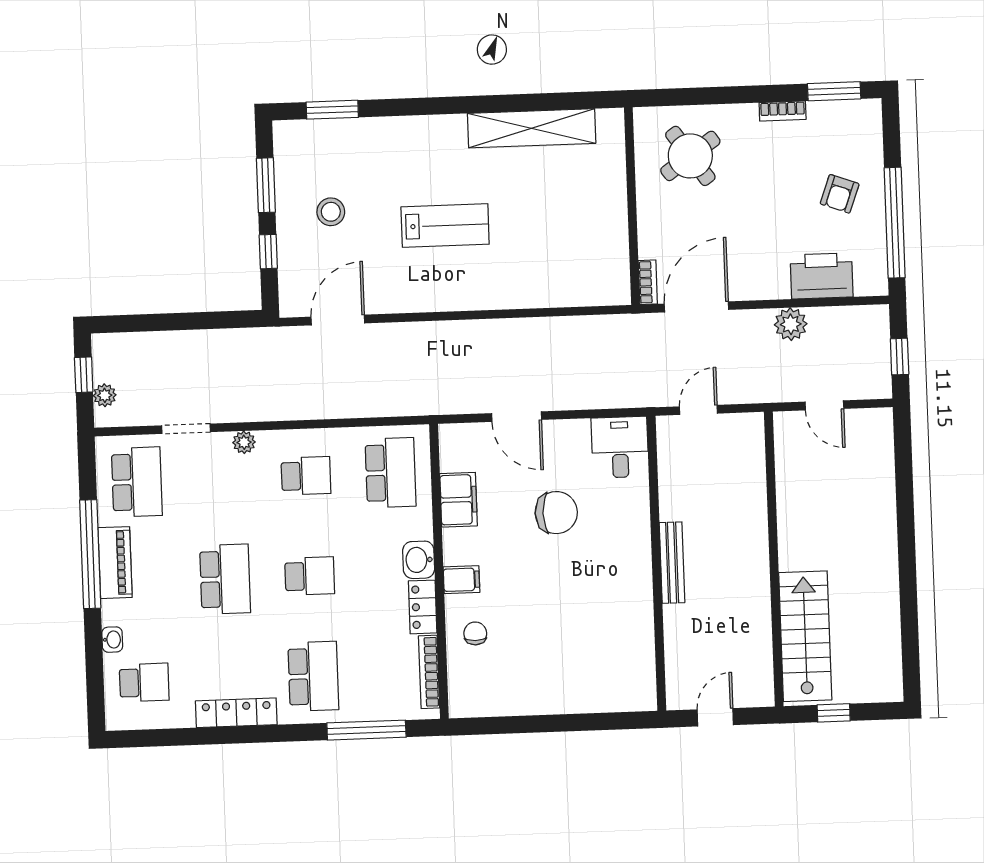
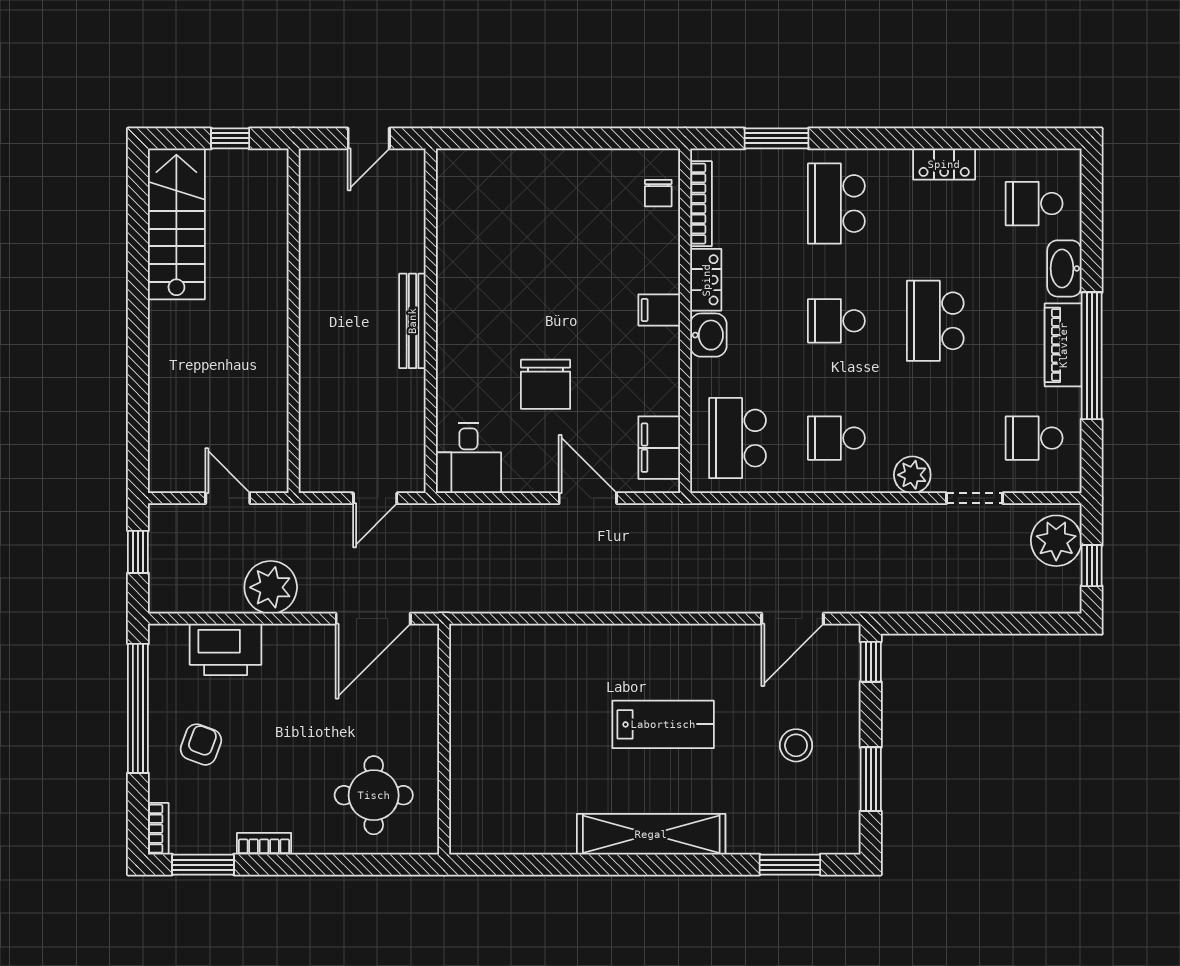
shelving: (532, 128) -> (651, 834), moved
round table: (690, 156) -> (374, 795), turned 35
lab bench: (445, 225) -> (663, 724), turned 180
window: (268, 252) -> (871, 662), moved
bookcase: (648, 282) -> (158, 829), moved, turned 180
plant: (791, 324) -> (271, 587), width x1.36, depth x1.36
plant: (105, 395) -> (1056, 541), width x1.87, depth x1.87
plant: (244, 442) -> (912, 475), width x1.38, depth x1.38
school desk: (137, 482) -> (1034, 438), width x0.54
filing cabinet: (459, 500) -> (659, 448), moved
chair: (556, 513) -> (546, 384), turned -90
chair: (475, 633) -> (658, 193), moved
stairs: (805, 636) -> (176, 224), moved, turned 180
washbasin: (112, 640) -> (1064, 268), width x1.91, depth x1.45
locker: (236, 713) -> (944, 164), width x0.66
window: (366, 730) -> (777, 138), width x0.69

